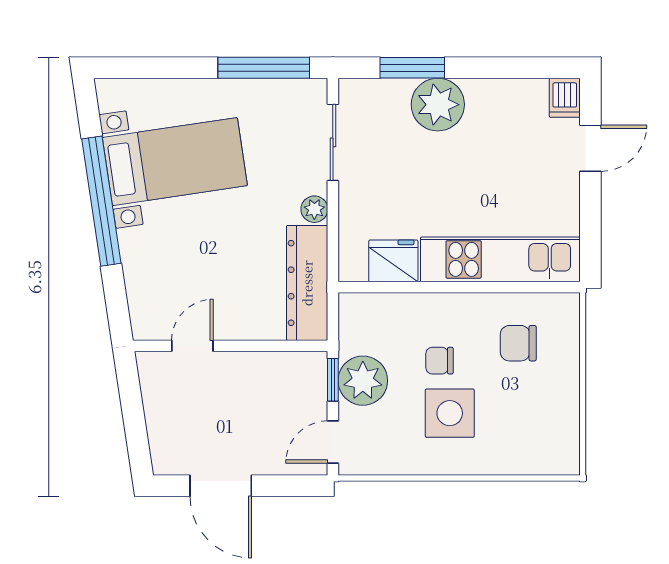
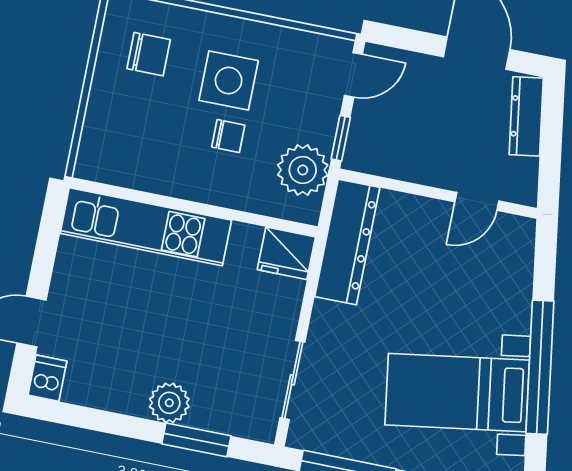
plant: (438, 105) -> (169, 403), width x0.73, depth x0.73
plant: (314, 209) -> (325, 316), removed
fridge: (393, 261) -> (286, 253), moved
chair: (518, 343) -> (149, 54), moved
plant: (363, 381) -> (303, 170), moved
dresser: (162, 435) -> (526, 116), added

